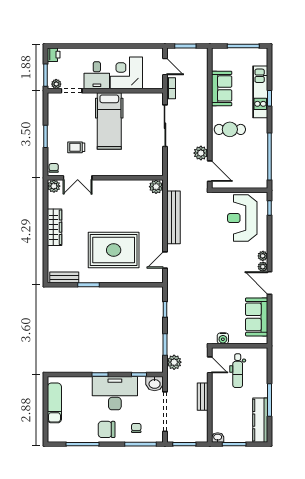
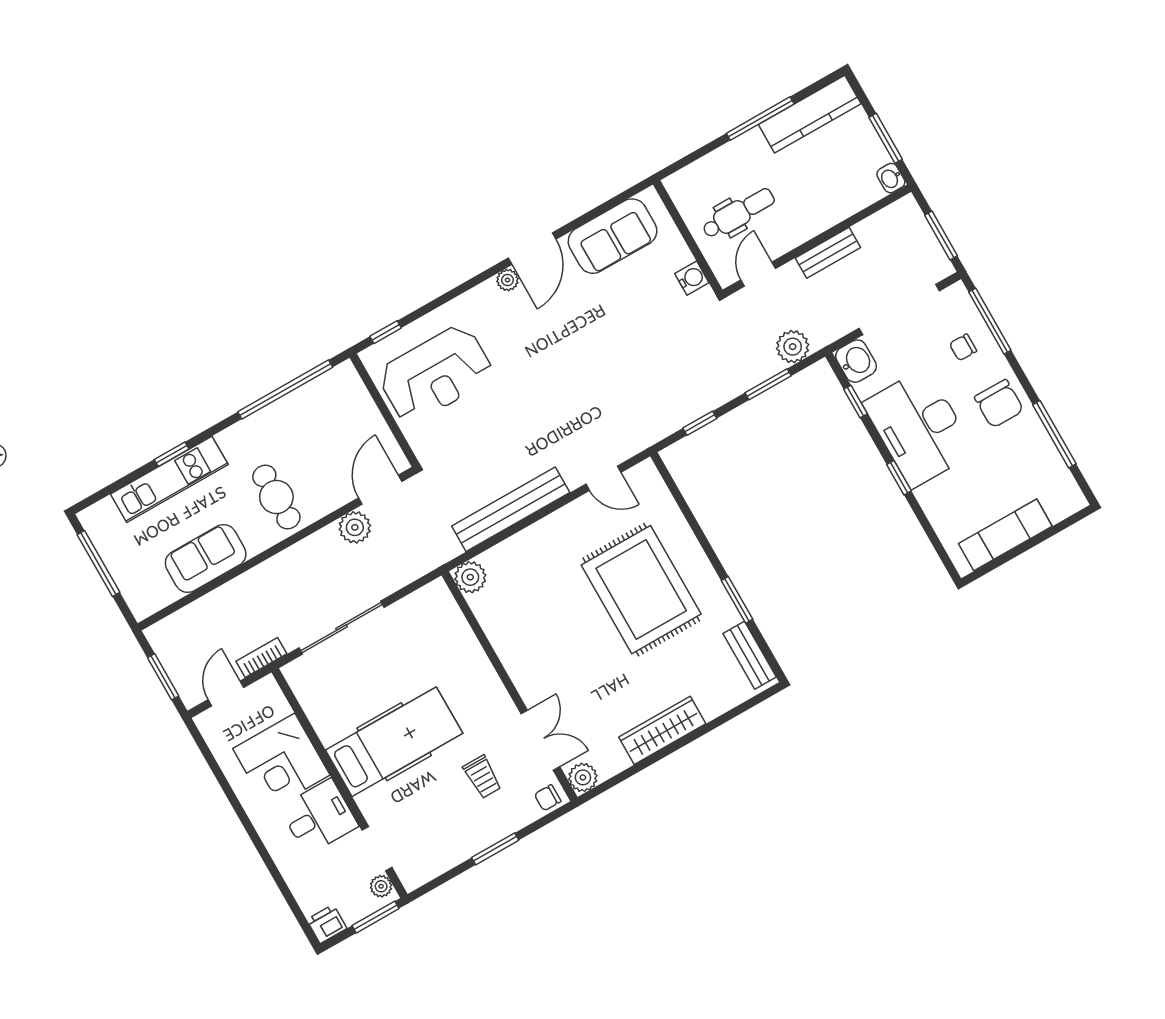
plant: (263, 256) -> (487, 292), removed

